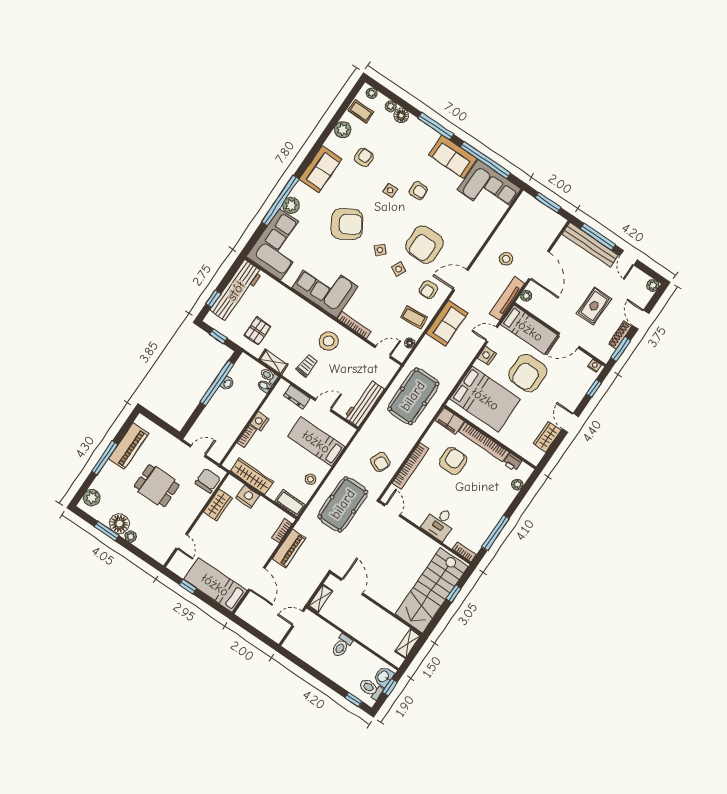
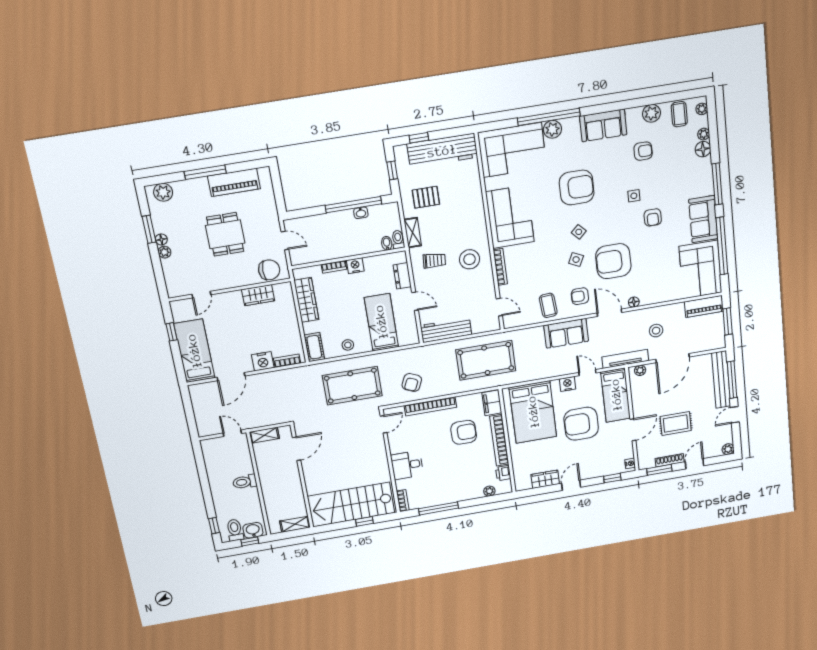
armchair: (347, 224) -> (577, 187), turned -58
door: (569, 341) -> (633, 430), swing flipped
floor lamp: (410, 343) -> (634, 302), moved
nightstand: (248, 497) -> (263, 361), moved, turned 90
floor lamp: (119, 524) -> (161, 239), width x0.53, depth x0.53
piano: (289, 548) -> (704, 306), moved

